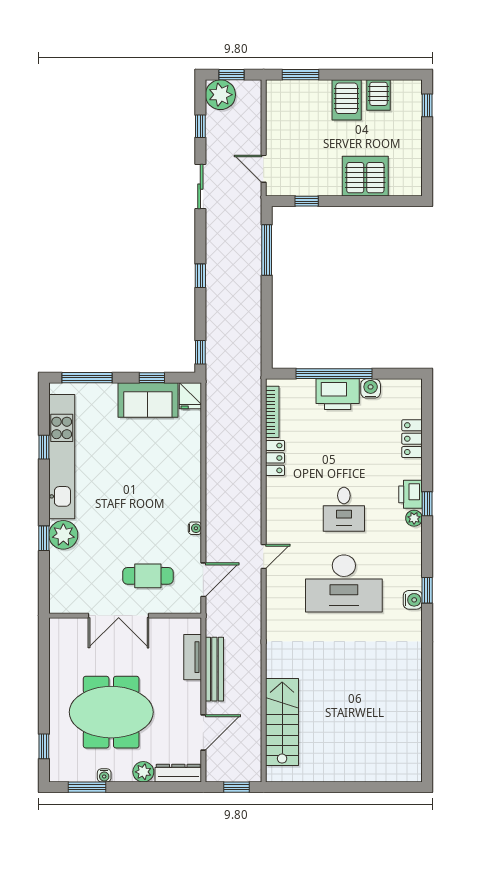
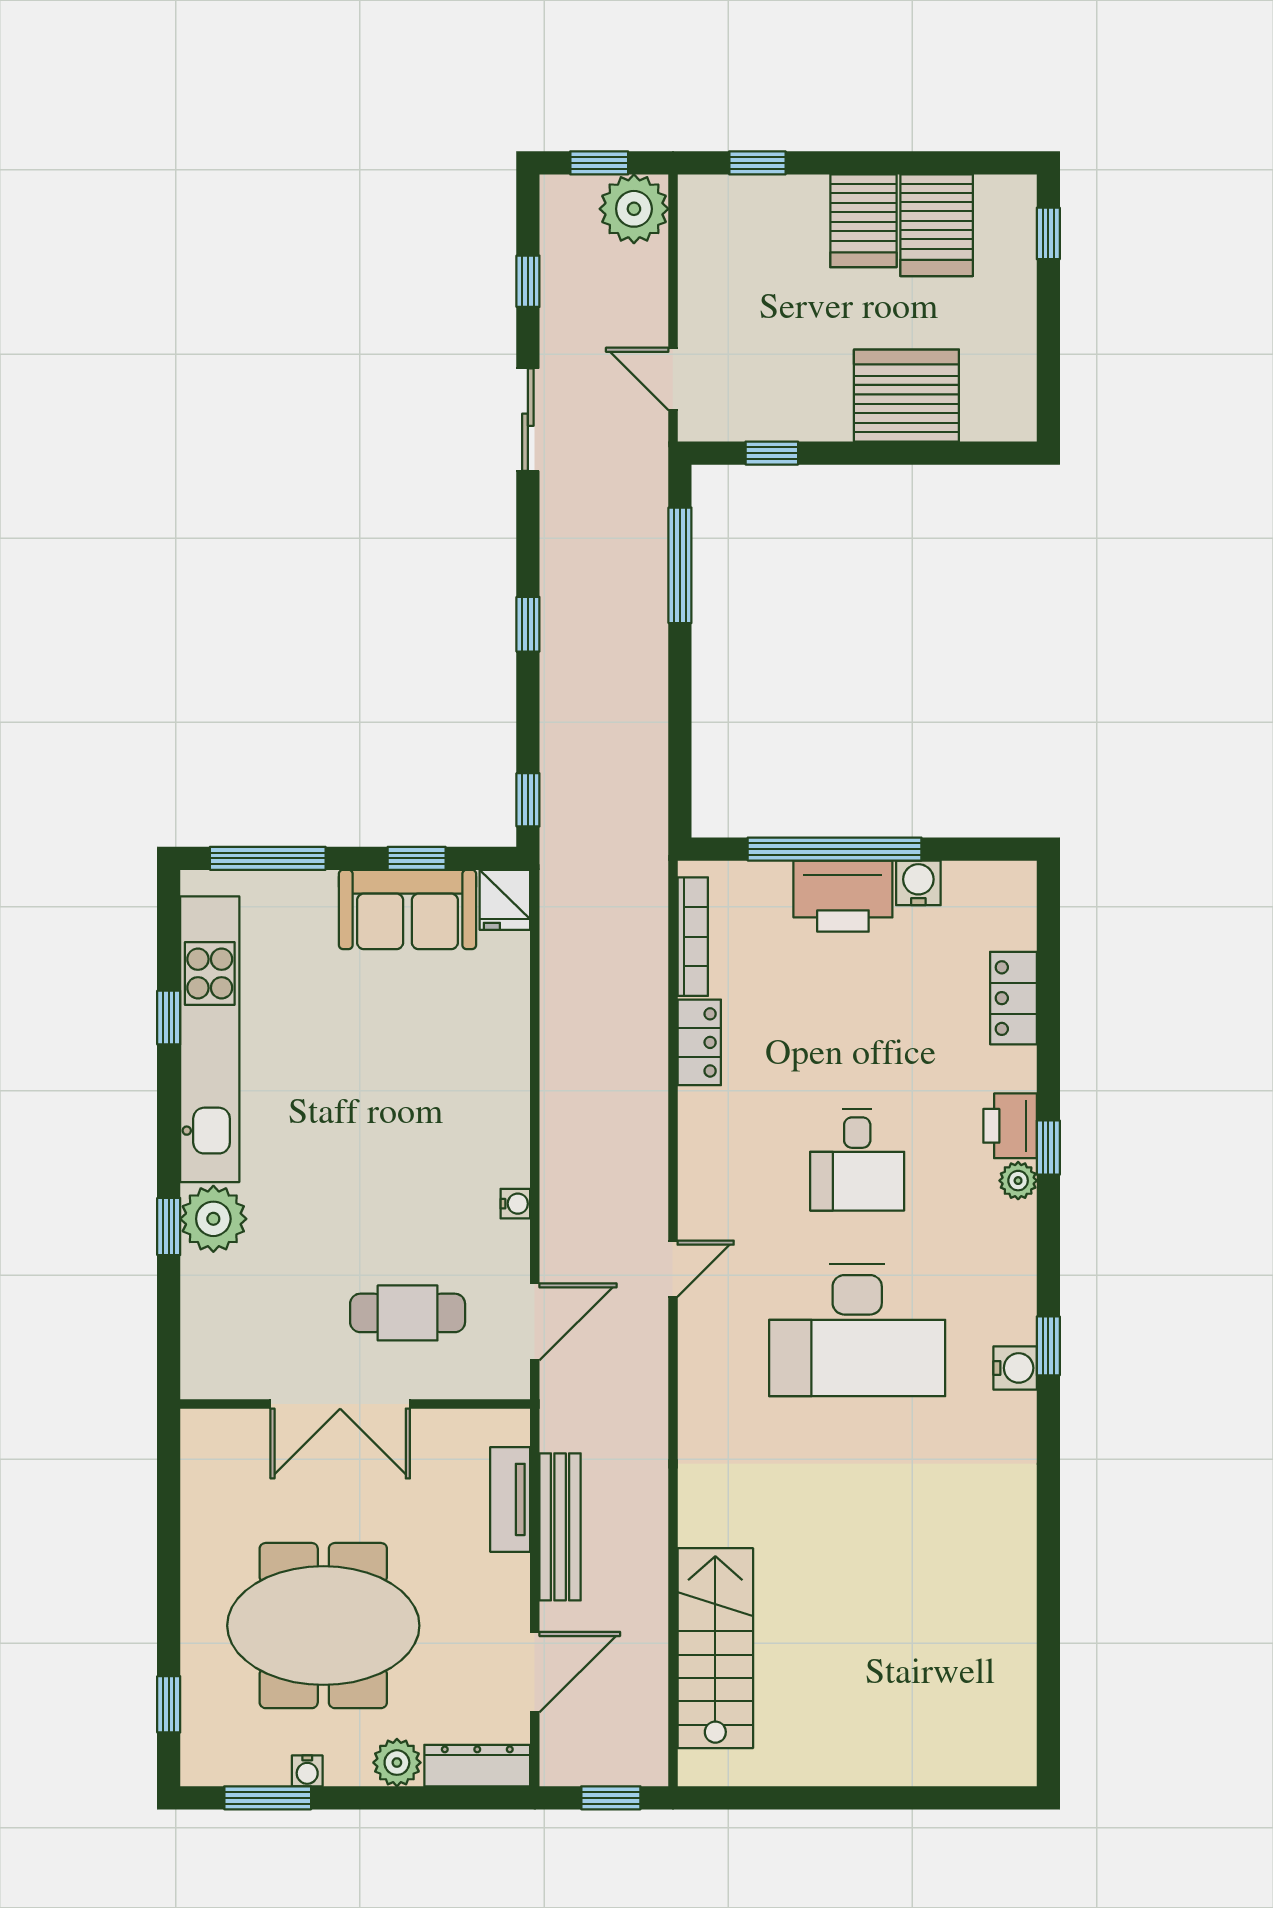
window: (300, 75) -> (757, 163), width x0.67
plant: (220, 95) -> (634, 209), moved
server rack: (378, 95) -> (937, 225), width x1.36, depth x1.44

